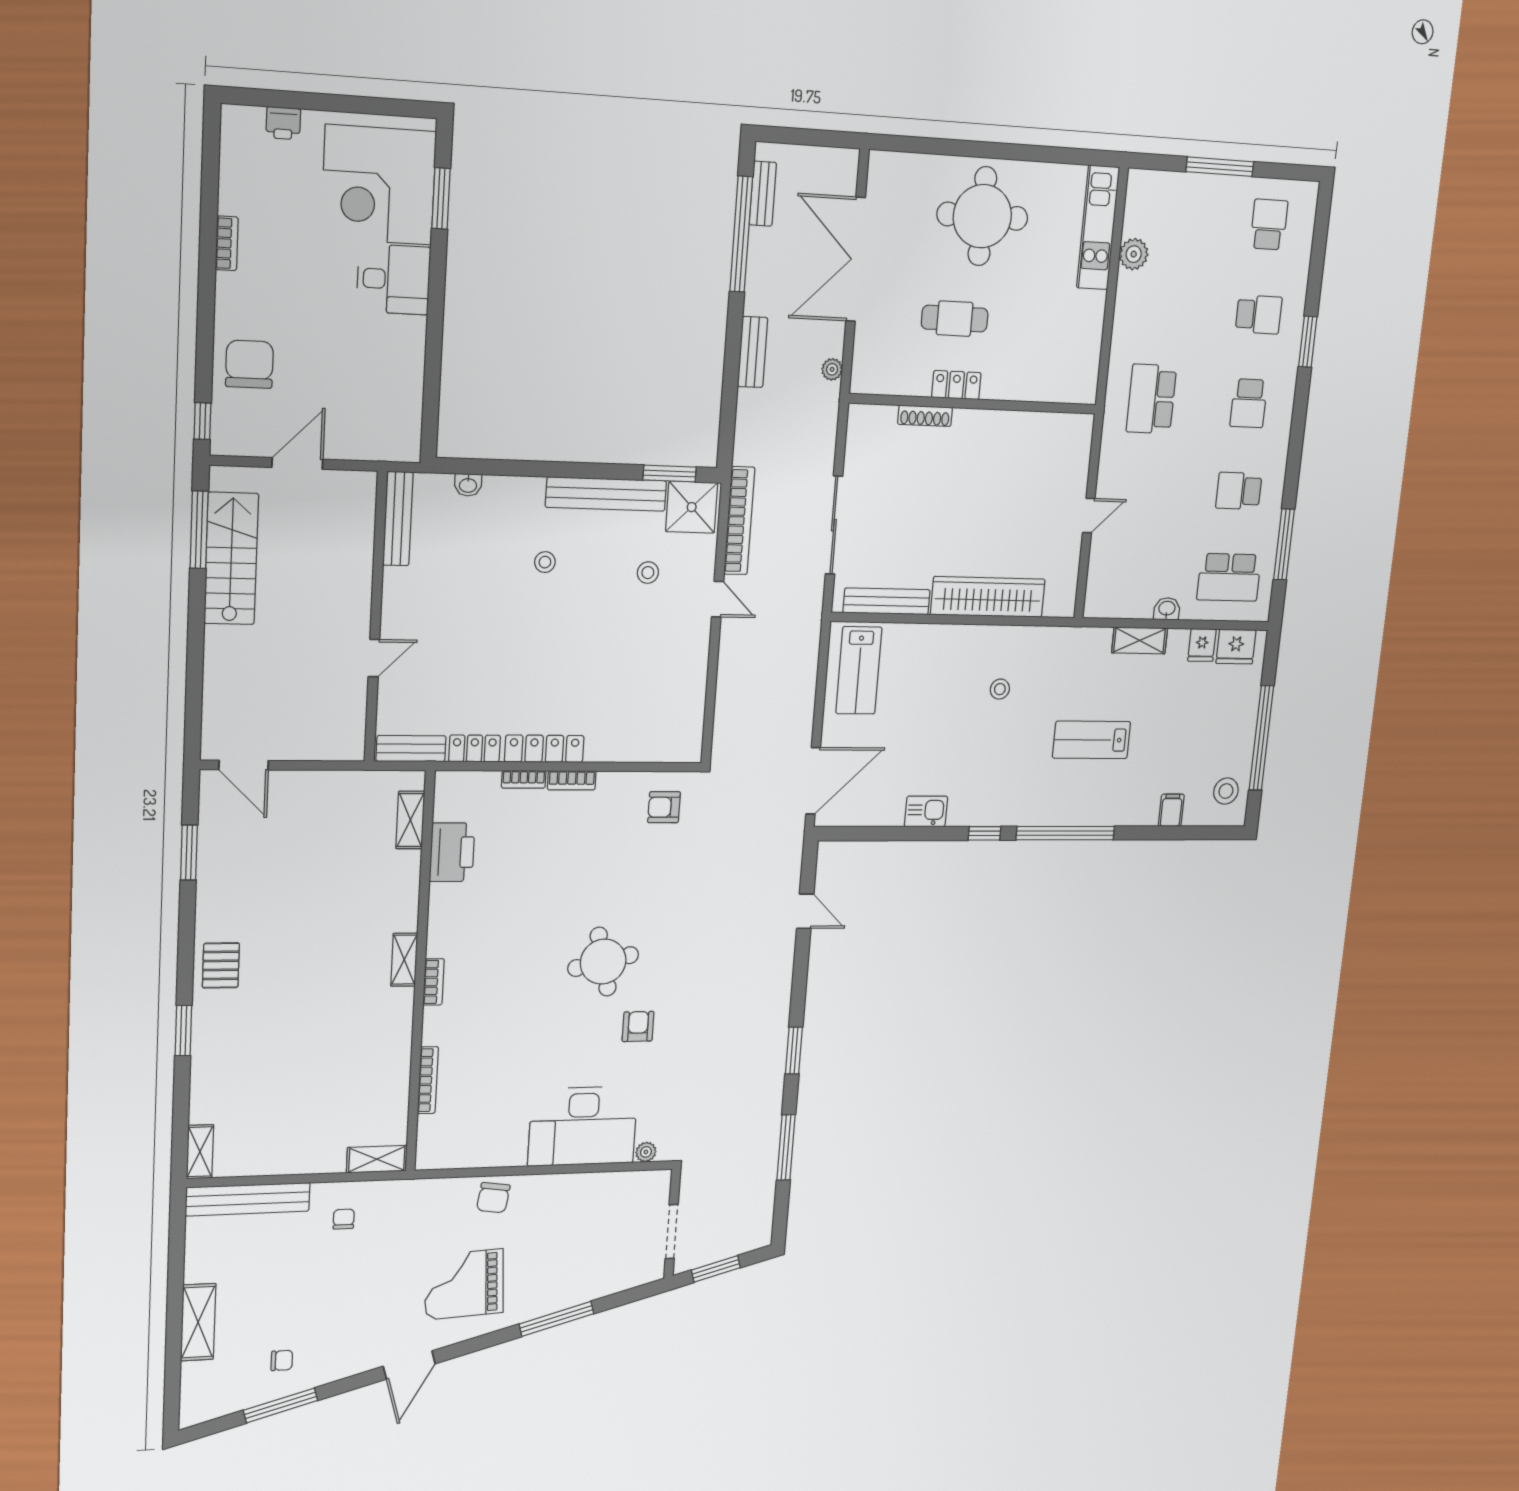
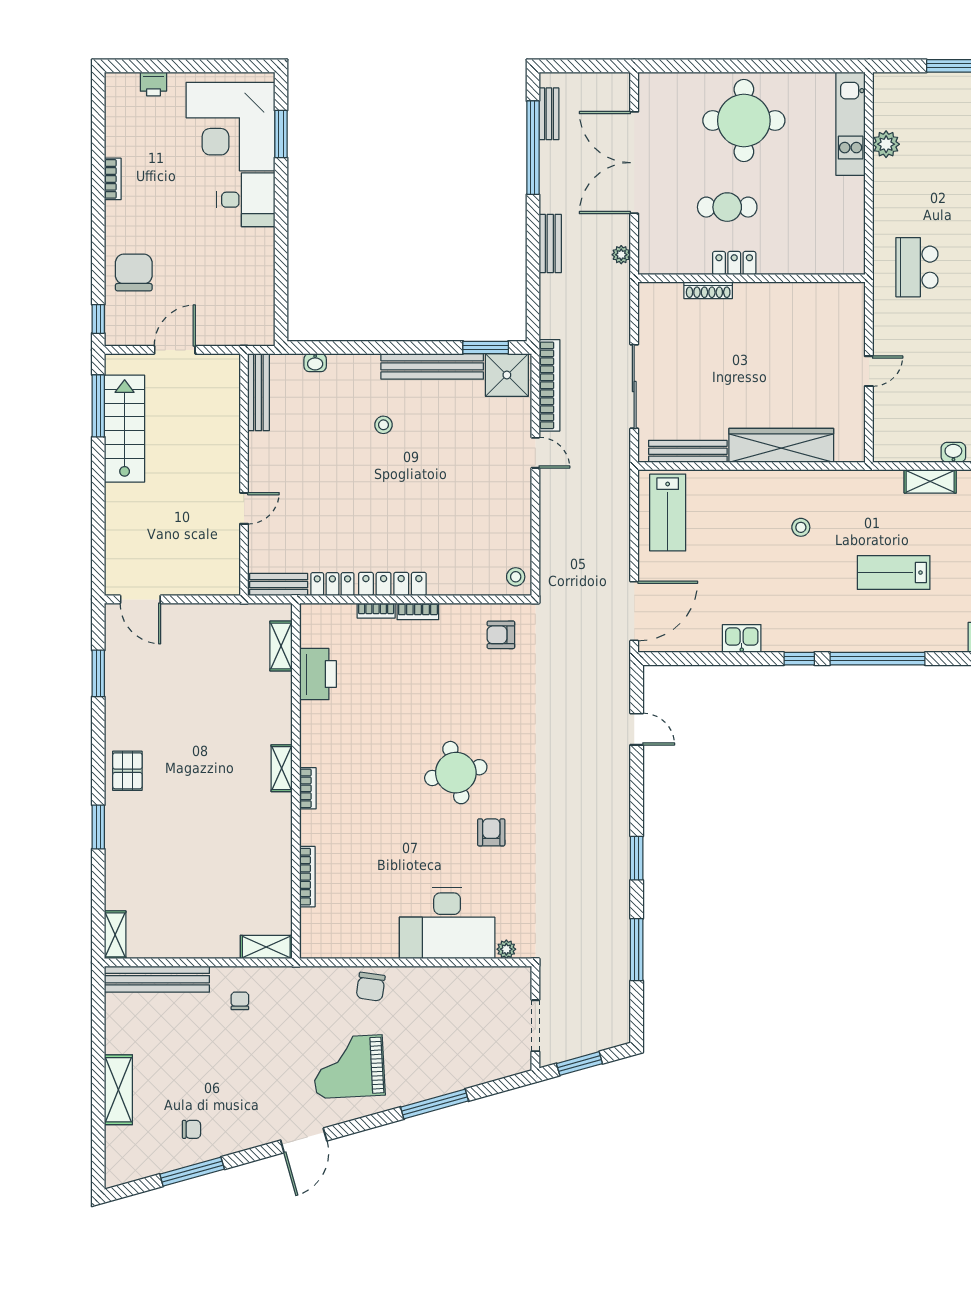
stool: (648, 573) -> (516, 577), moved

